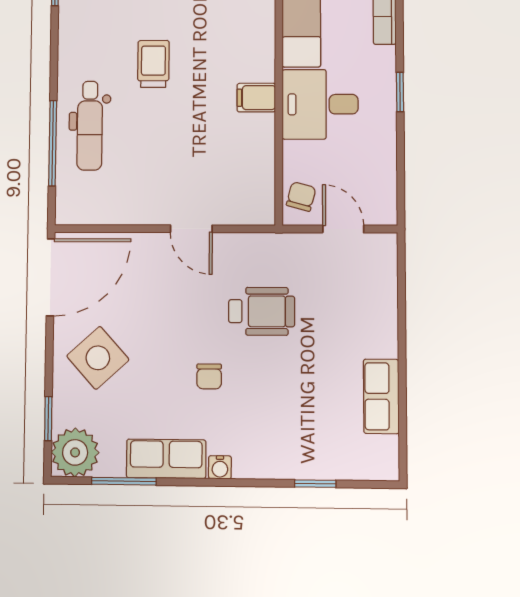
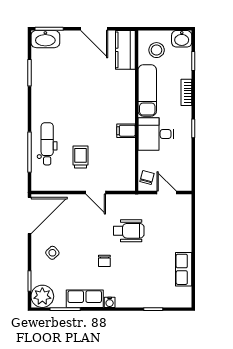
trolley: (153, 64) -> (81, 157), moved
dental chair: (90, 126) -> (47, 144), turned 180
side table: (98, 358) -> (52, 253), width x0.54, depth x0.54

